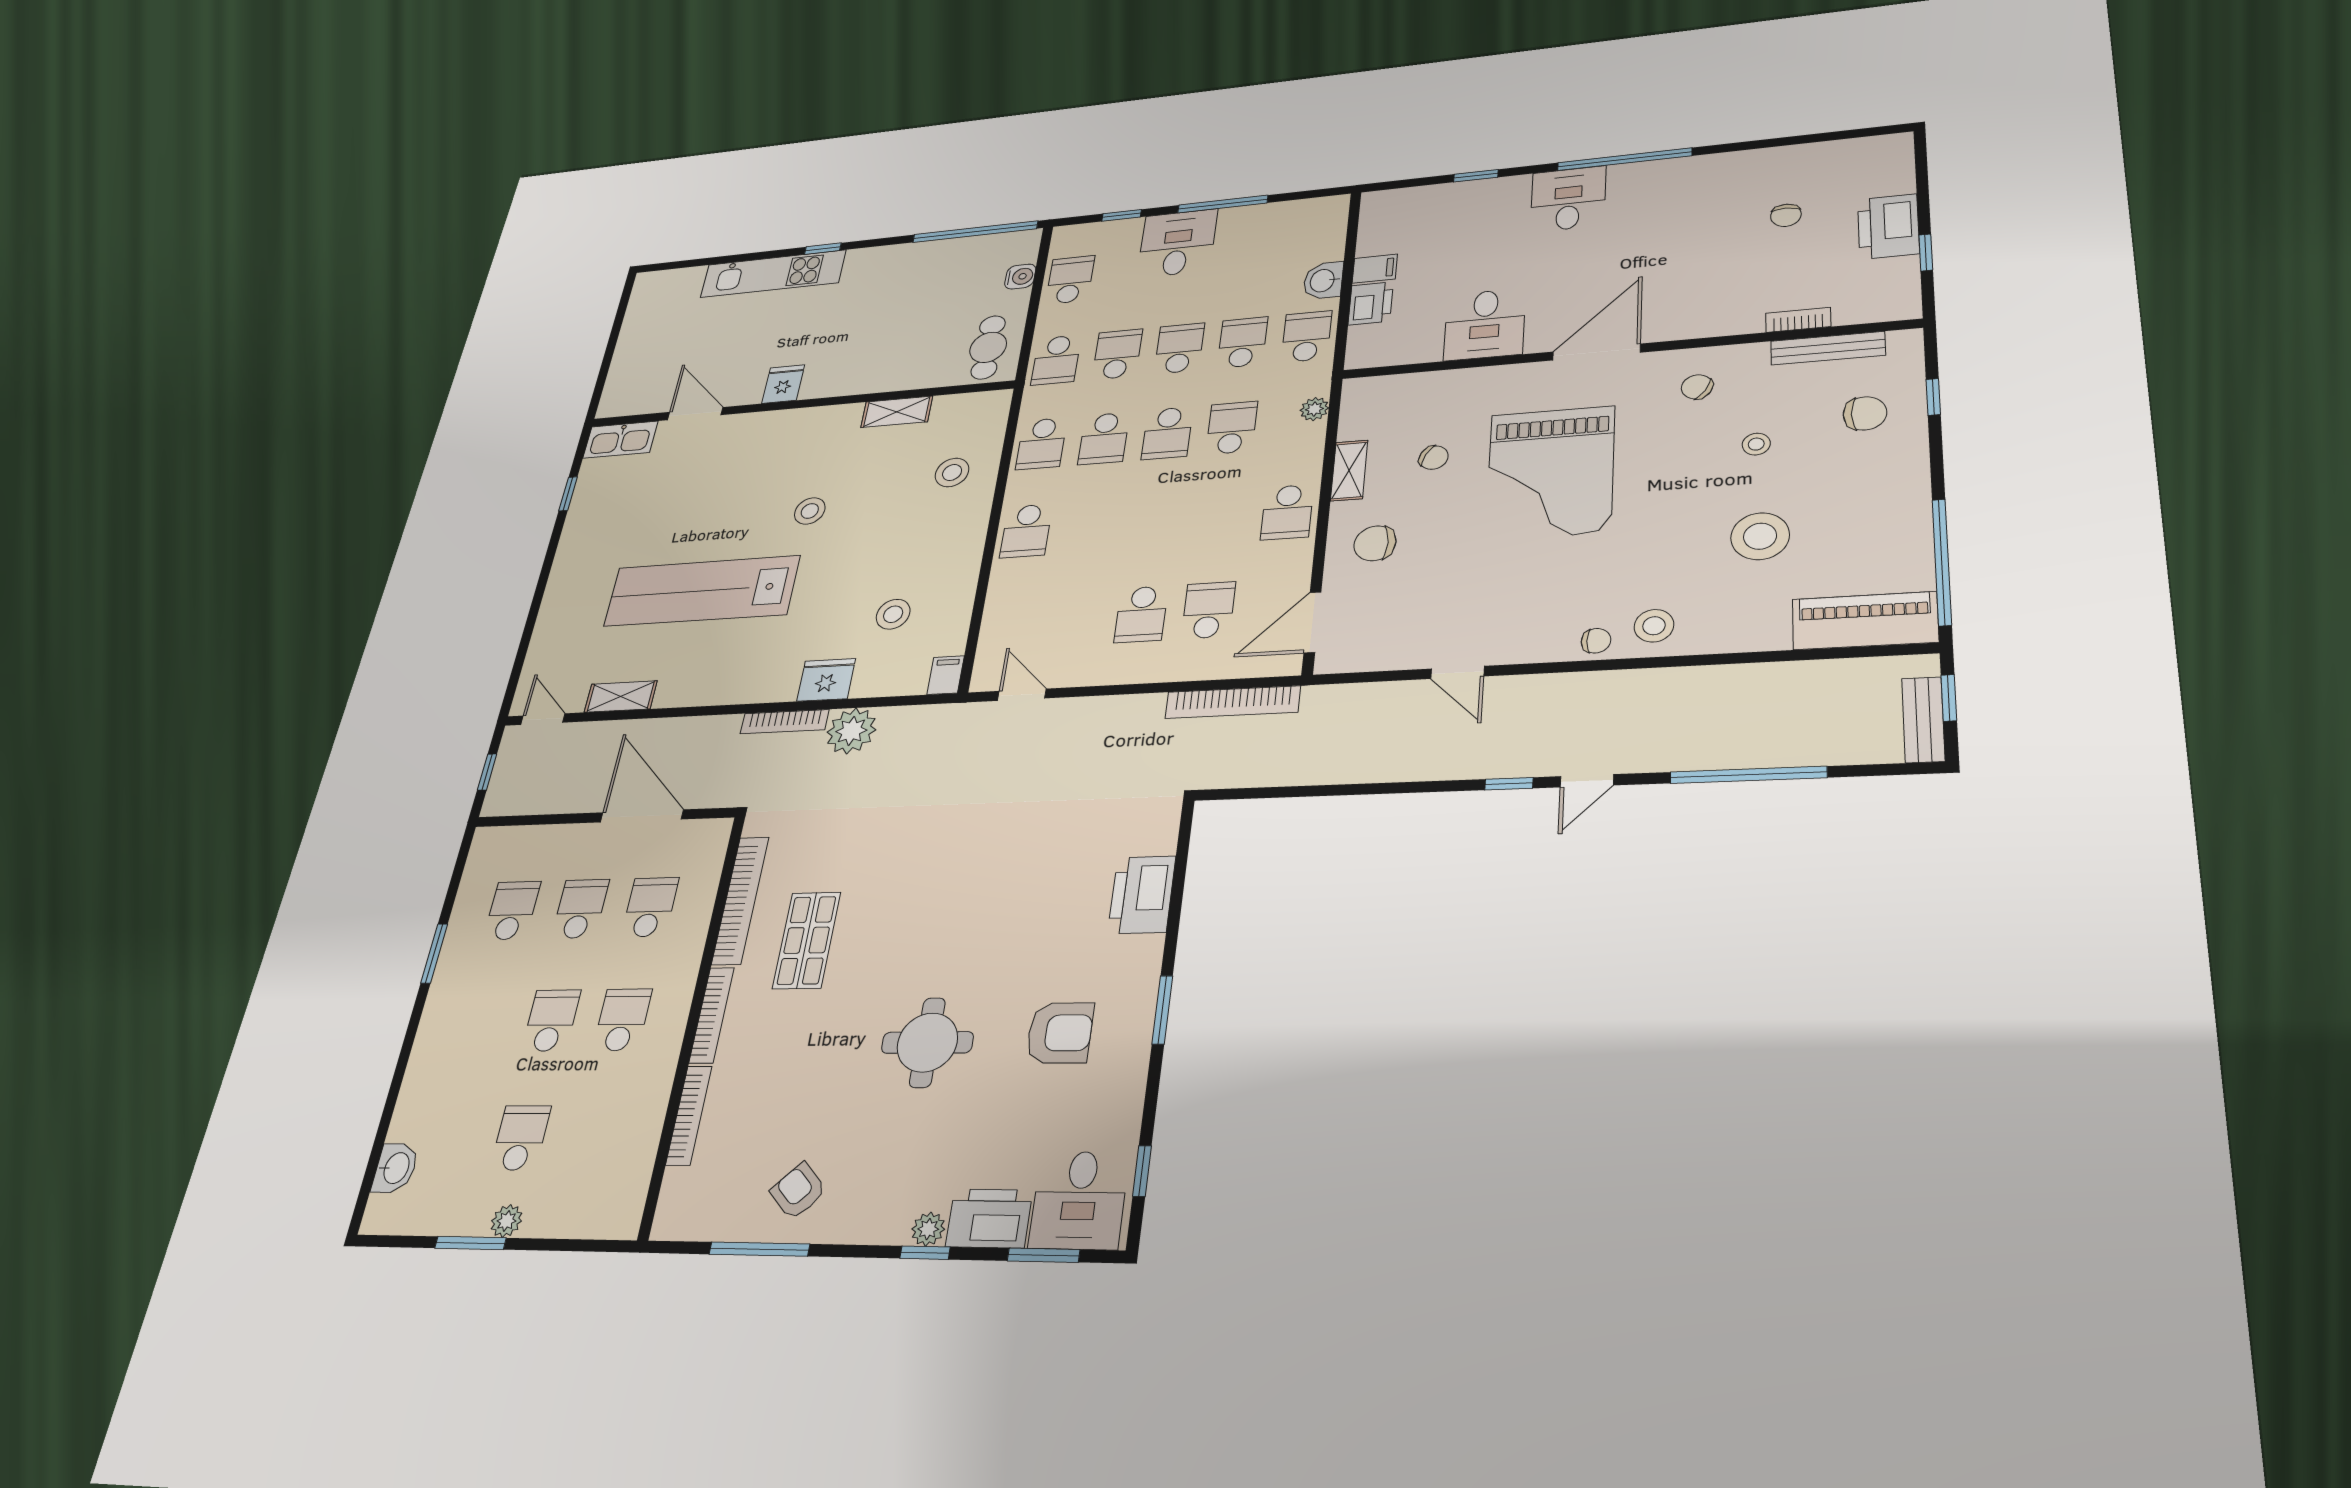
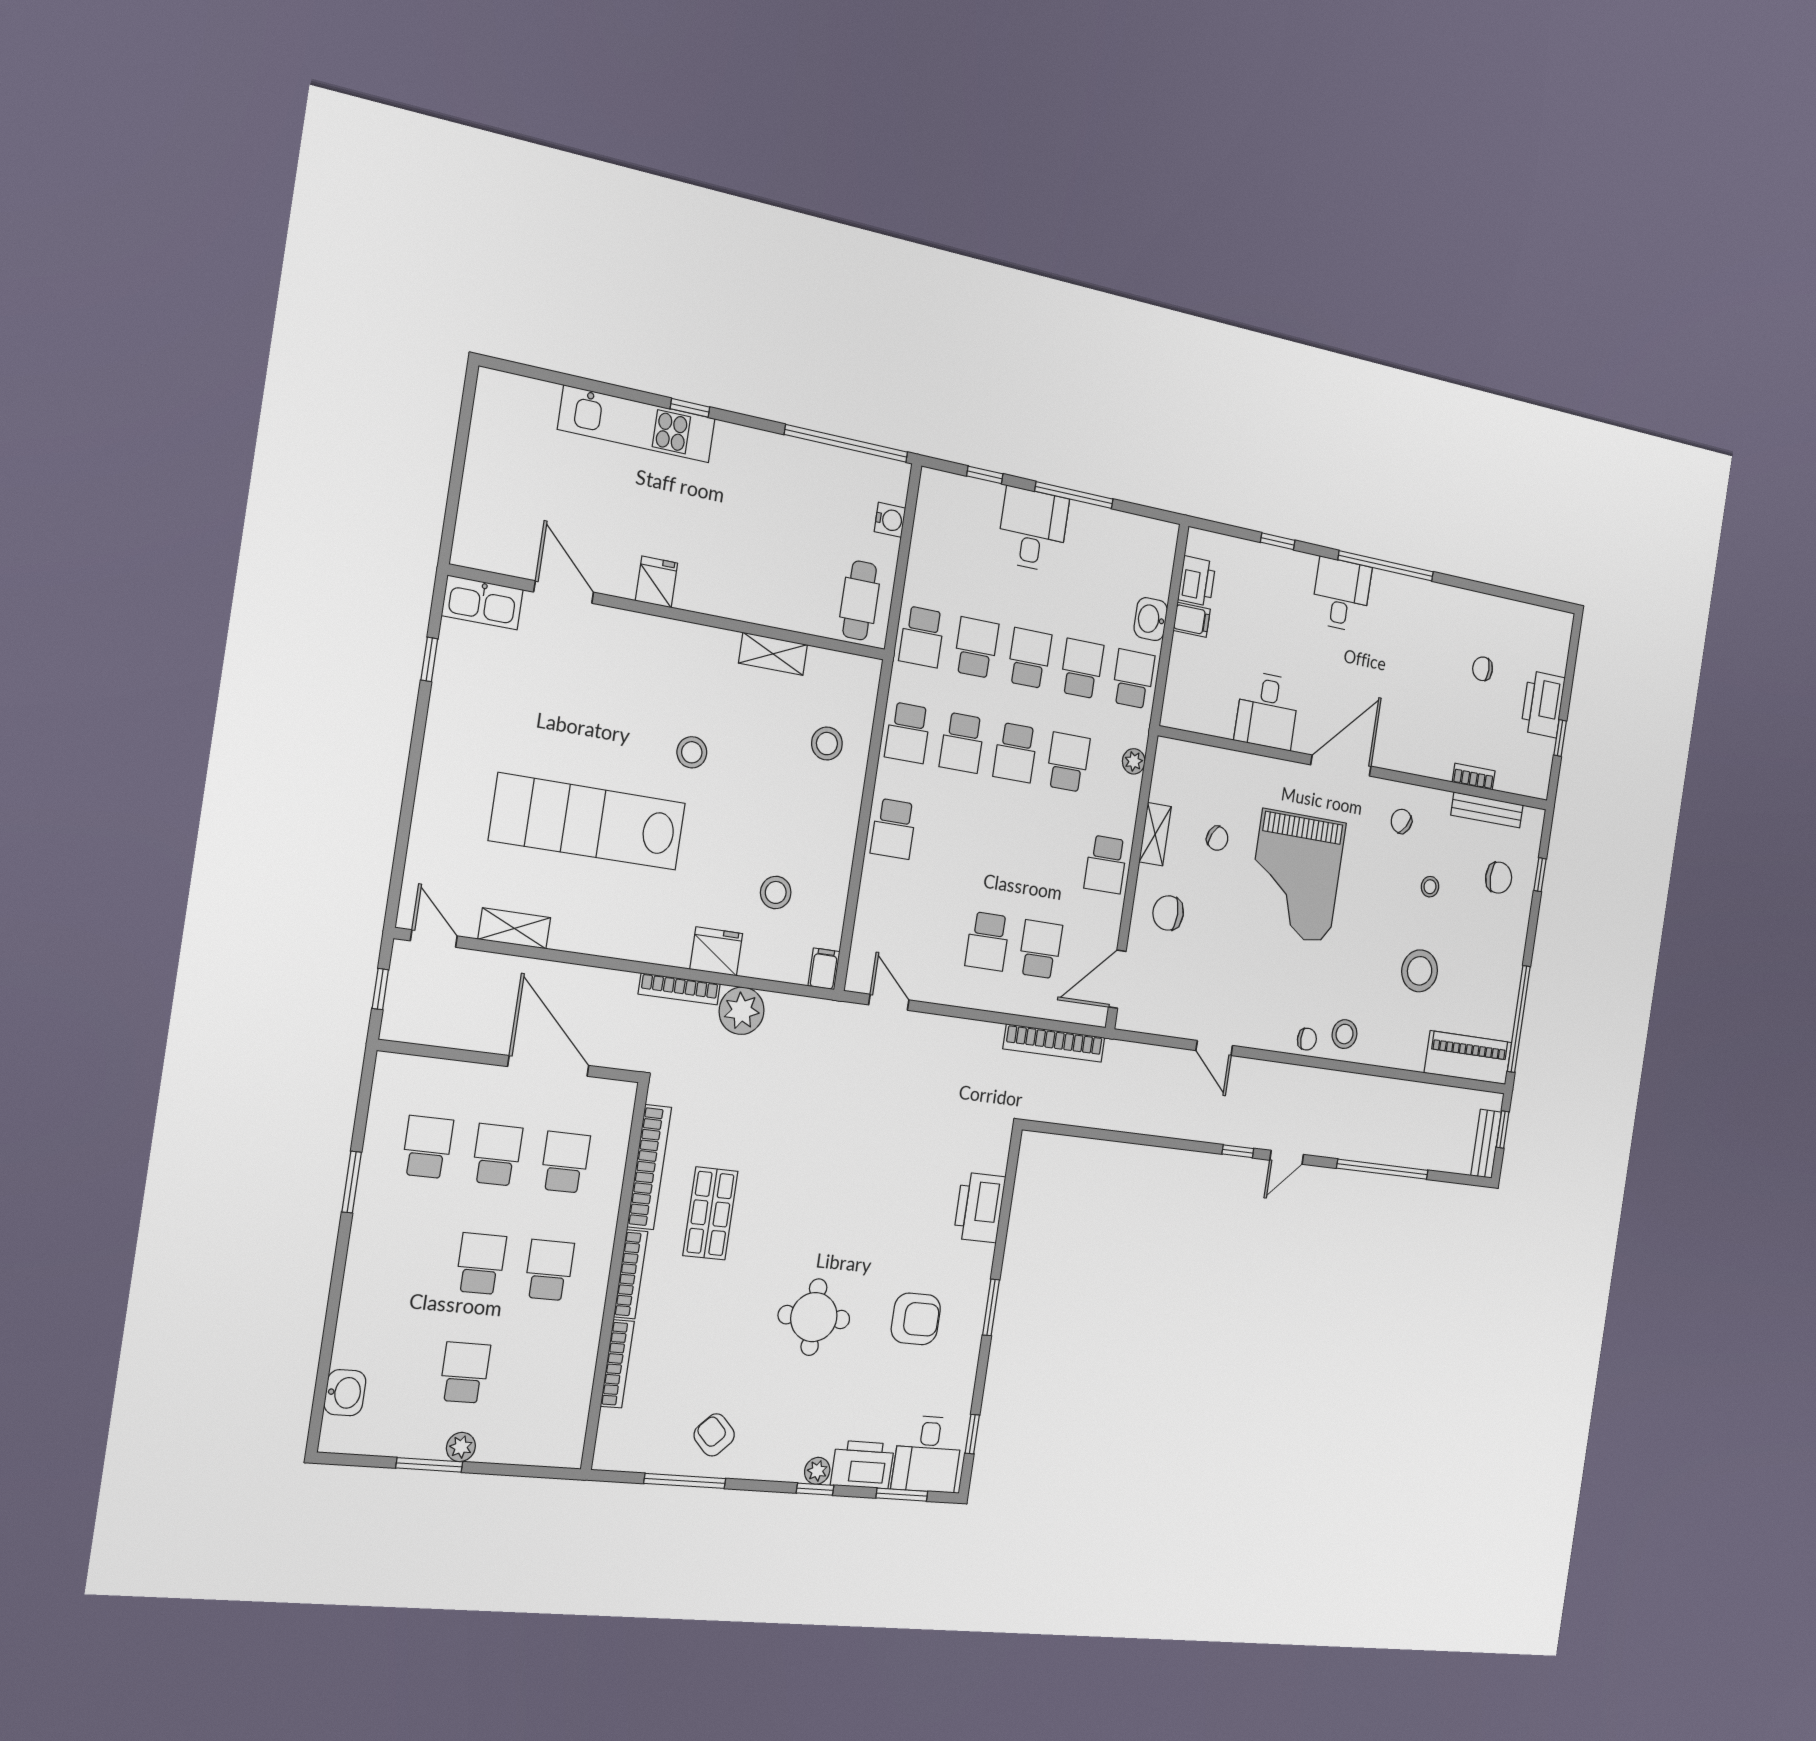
chair: (1786, 215) -> (1483, 669), turned 89
school desk: (1070, 280) -> (936, 541), removed
printer: (1371, 303) -> (1197, 581), moved

